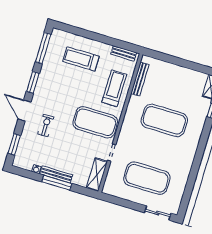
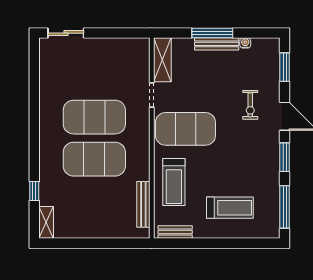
exercise mat: (147, 178) -> (94, 117), moved

